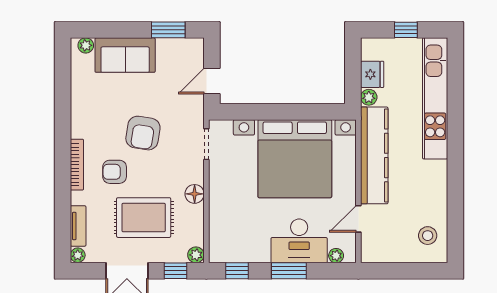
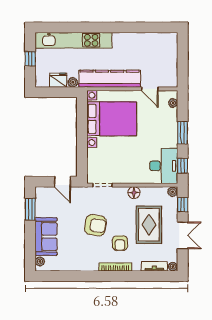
bed with nightstands: (295, 159) -> (112, 119), width x0.73
stool: (428, 236) -> (160, 45), removed
desk: (299, 241) -> (164, 166), moved

